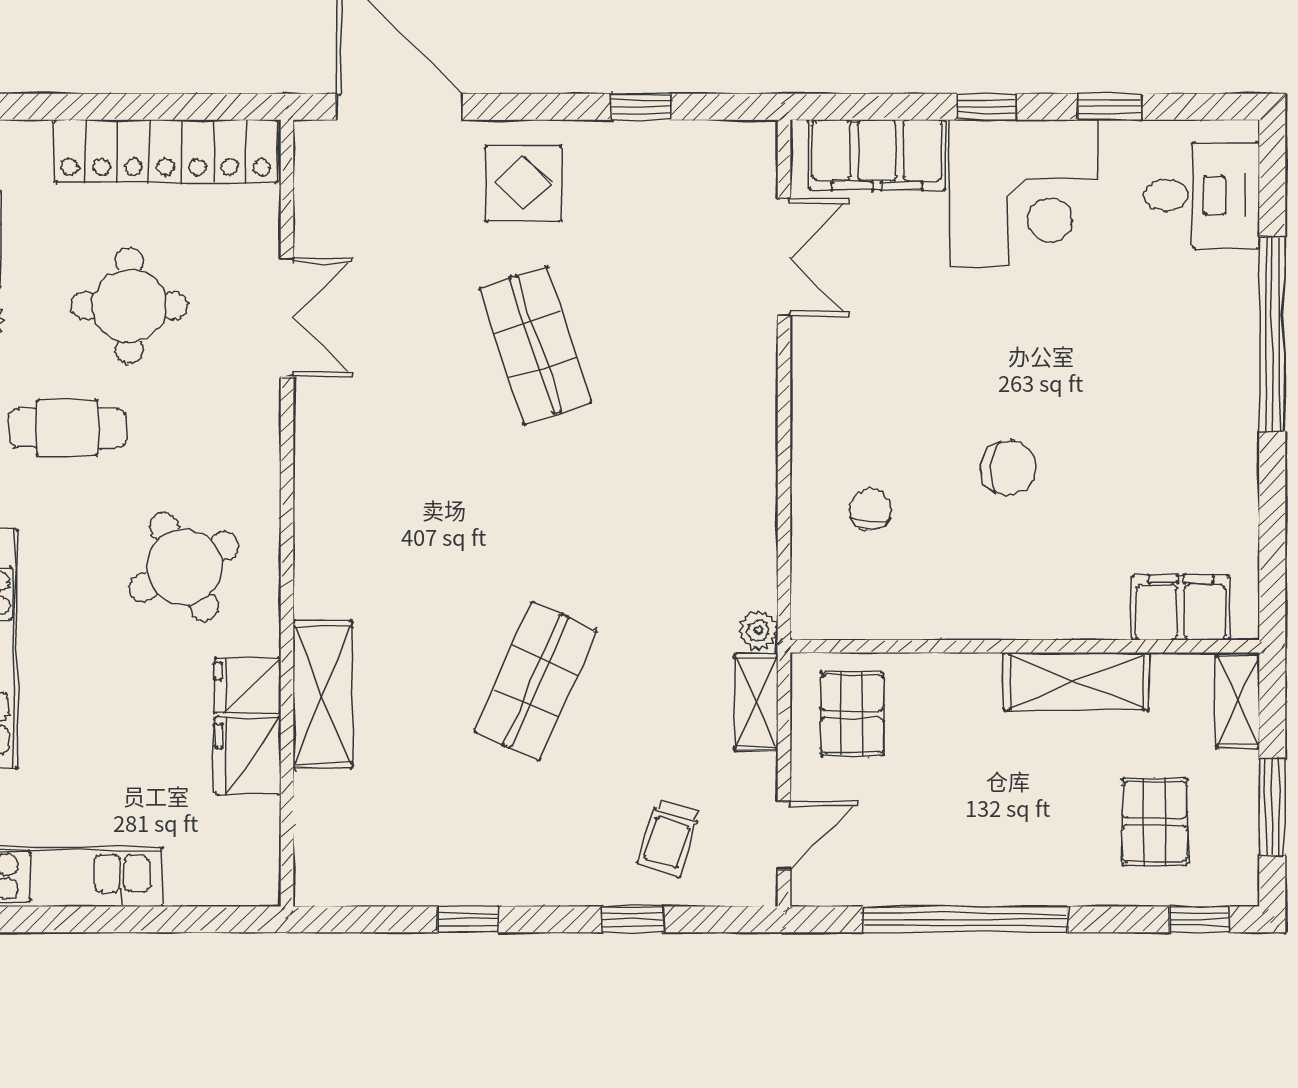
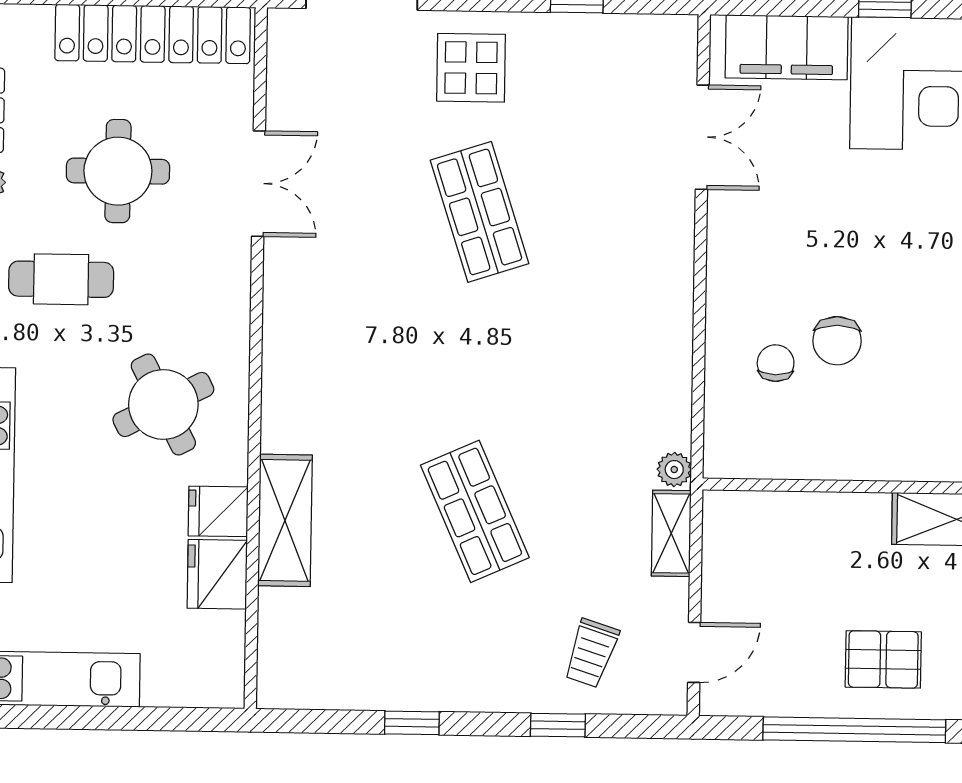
chair: (1008, 467) -> (837, 341), moved, turned 84
shop shelf: (535, 681) -> (475, 511), turned -48
pallet: (852, 714) -> (883, 659), moved, turned 90

